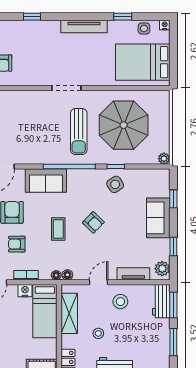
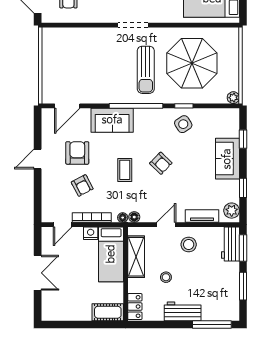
armchair: (17, 244) -> (82, 185), turned -118
bookcase: (26, 275) -> (92, 218), width x1.56

